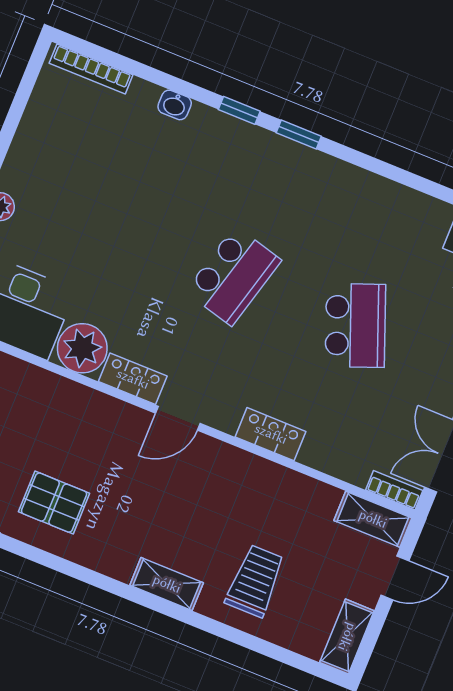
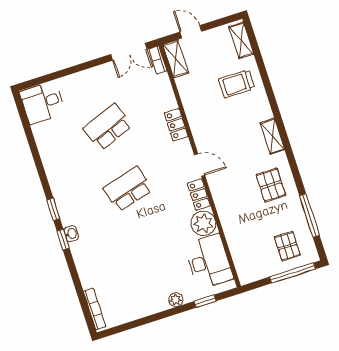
washbasin: (175, 105) -> (71, 234), moved
school desk: (233, 276) -> (128, 189), turned -30
shelving: (167, 584) -> (272, 136), moved
shelving: (347, 637) -> (241, 40), moved, turned 90

